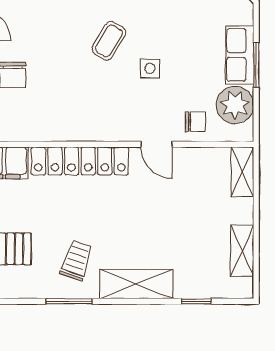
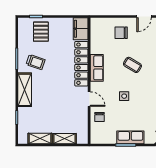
coffee table: (109, 41) -> (132, 65), moved
plant: (235, 105) -> (107, 135), removed
row of seats: (89, 128) -> (97, 68), added
door: (156, 144) -> (89, 99), swing flipped
shelving: (242, 172) -> (64, 139), moved

